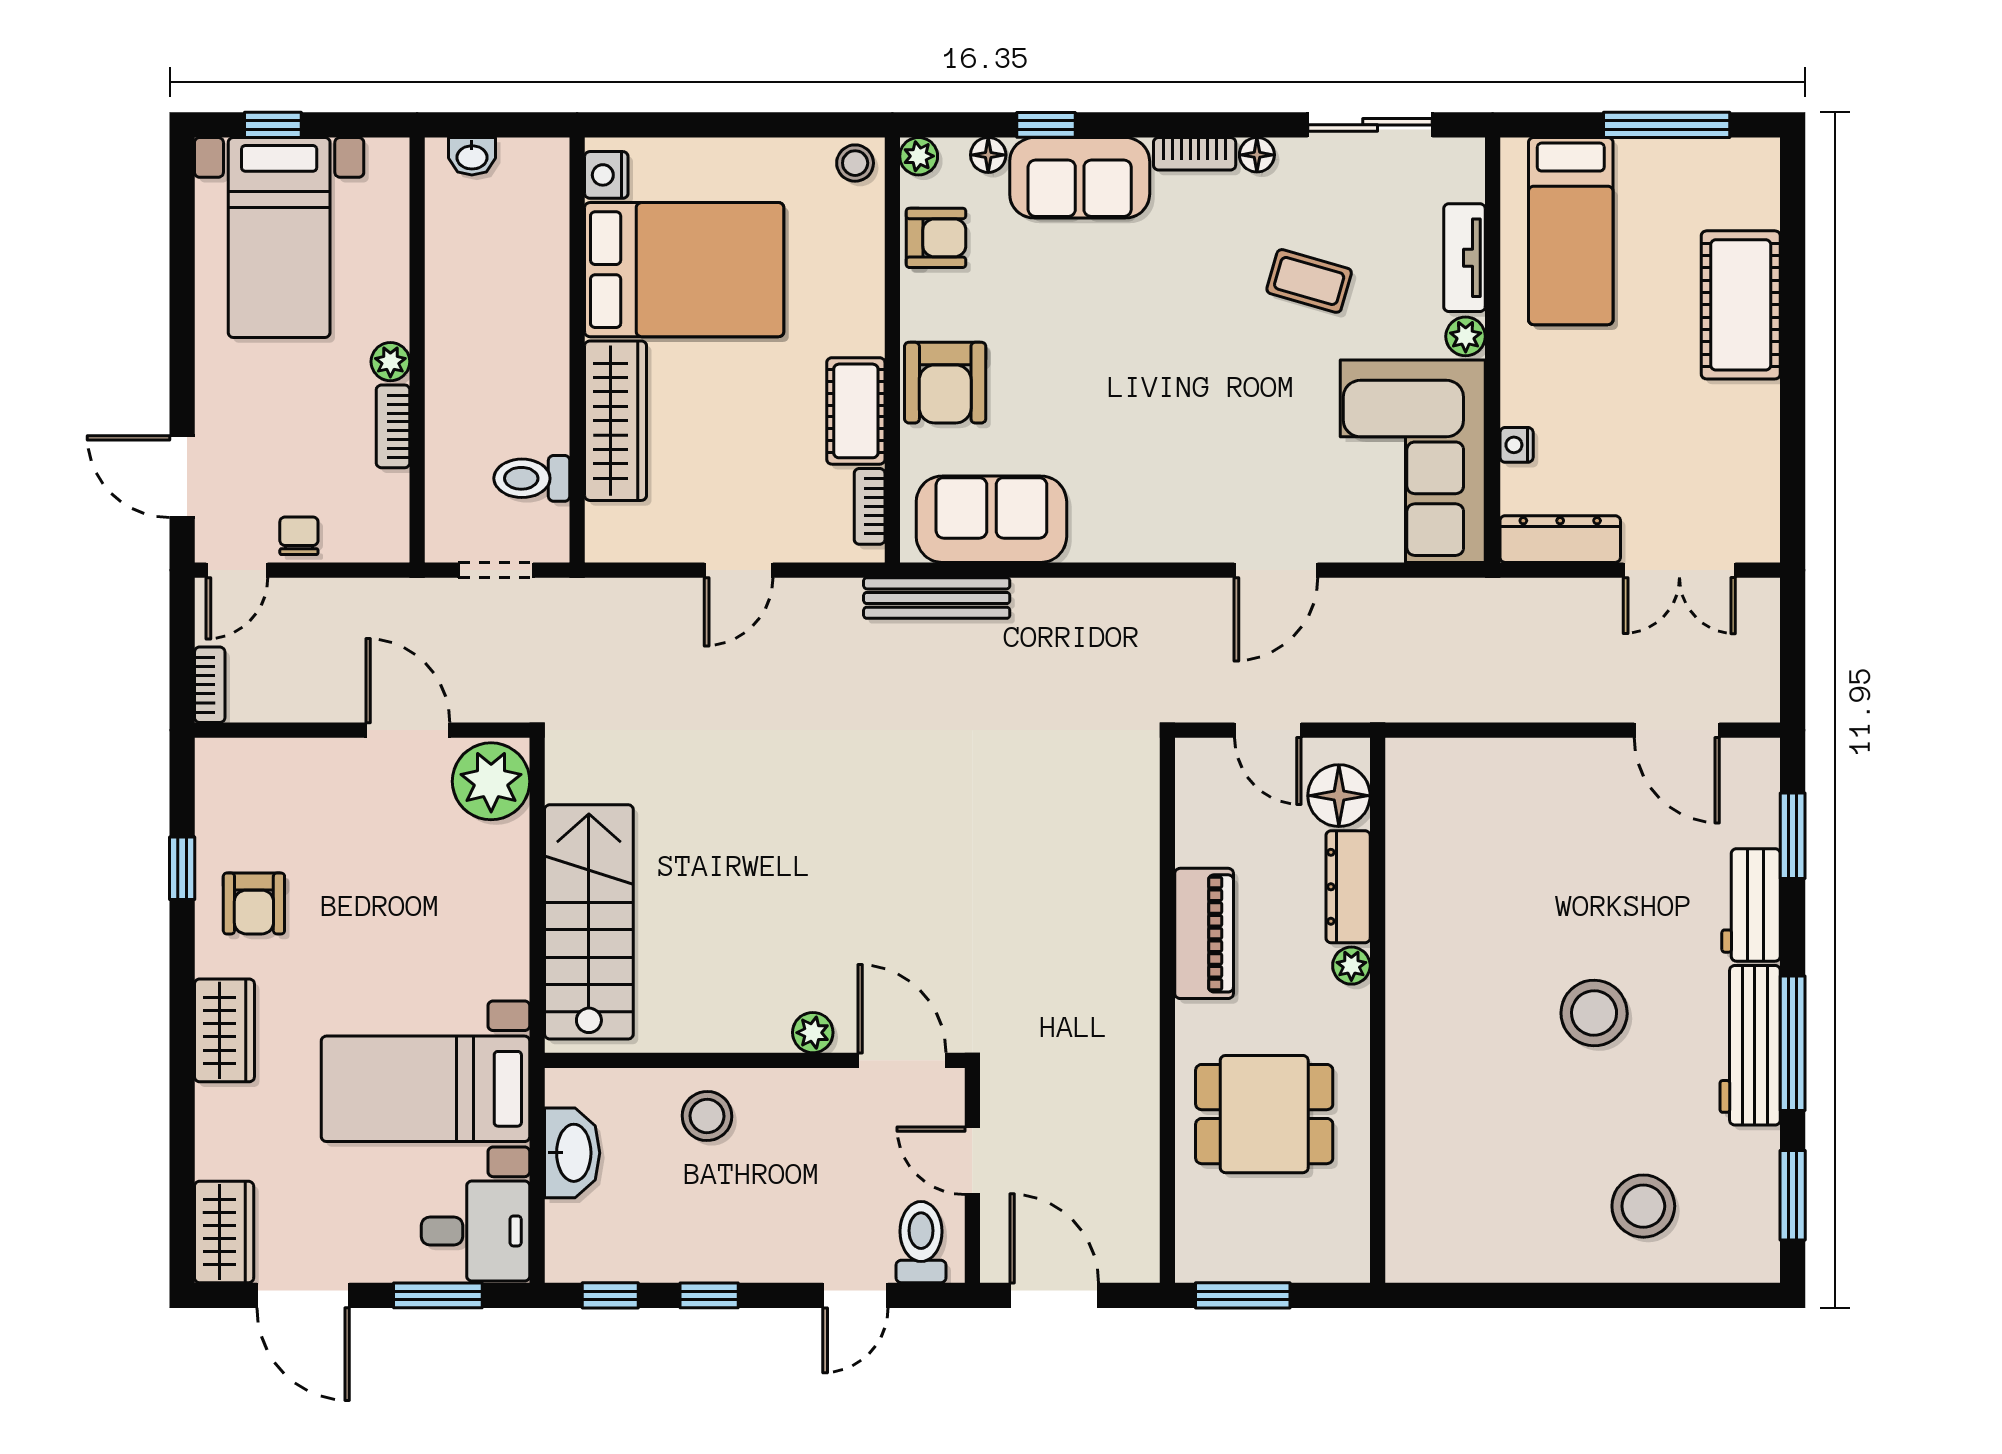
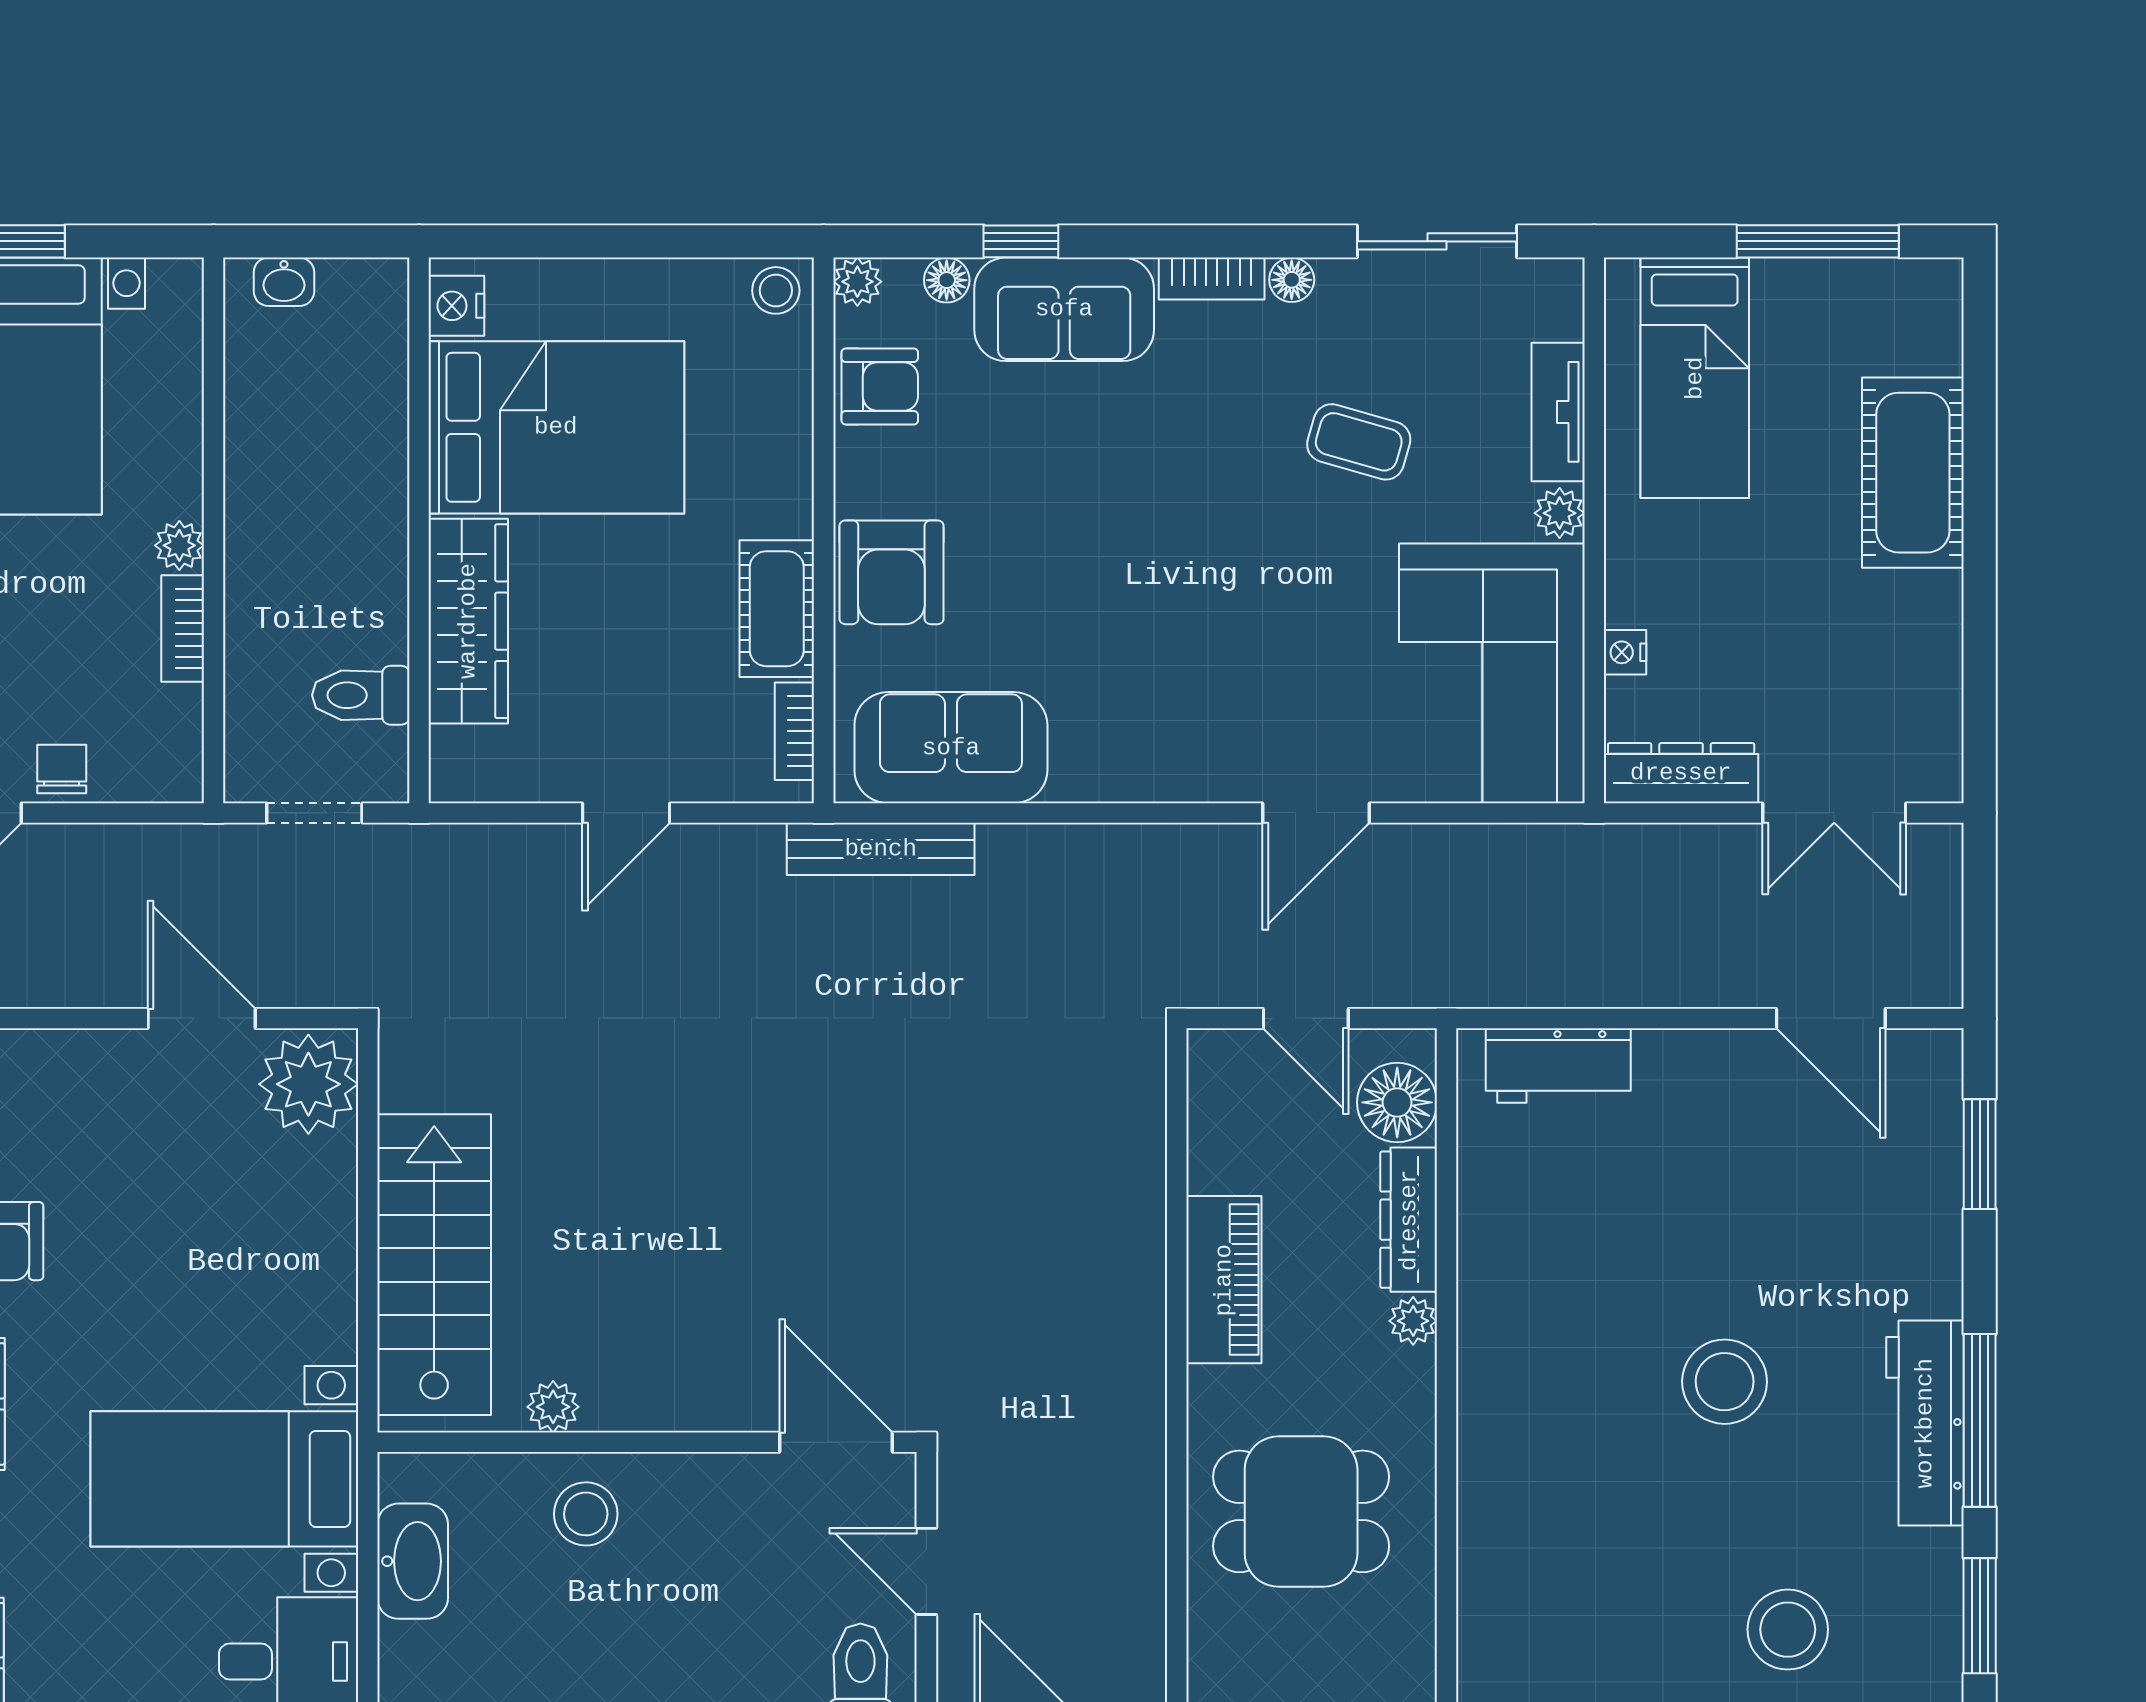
workbench: (1751, 905) -> (1558, 1065), moved, turned -90
plant: (813, 1033) -> (553, 1407), moved

